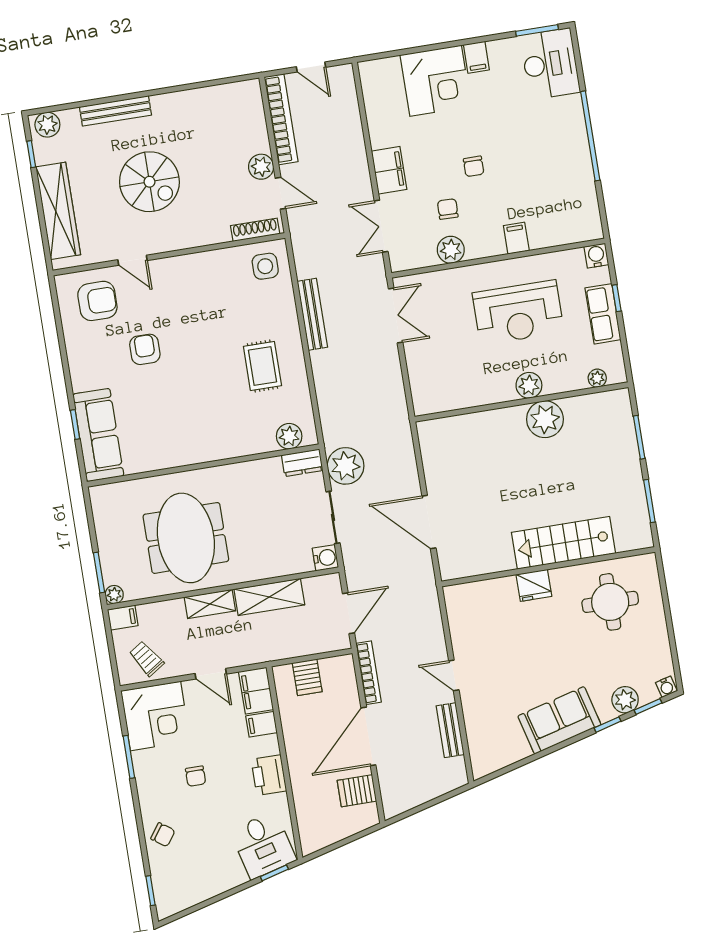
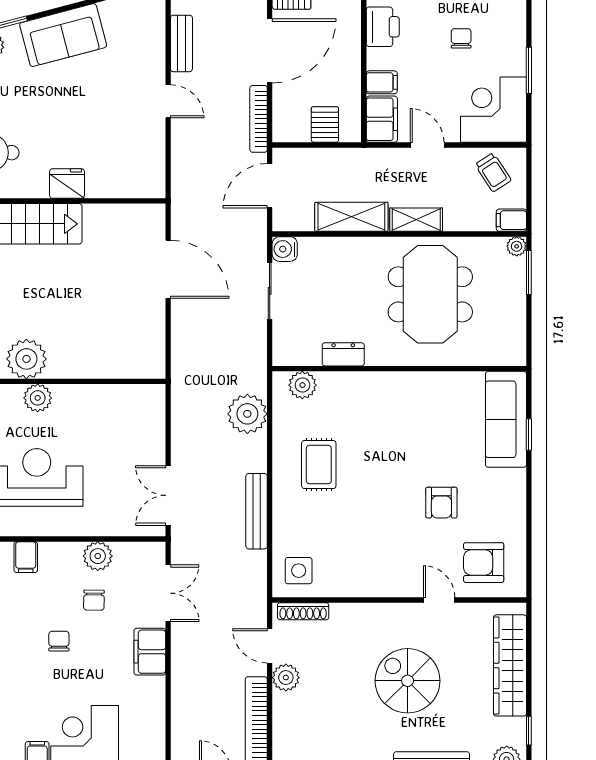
dresser: (302, 463) -> (343, 354), moved
plant: (346, 466) -> (247, 414), moved

